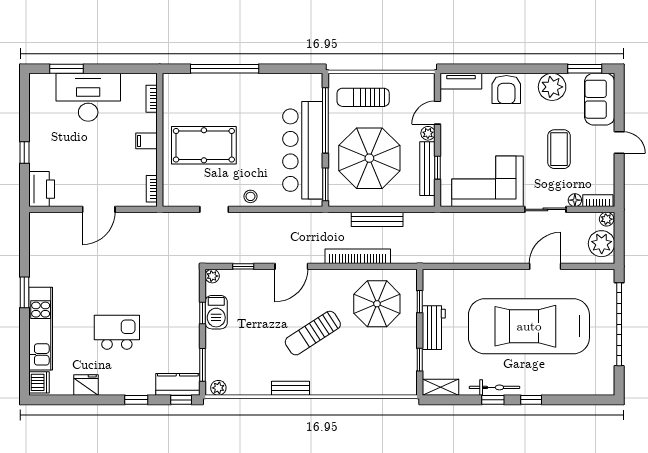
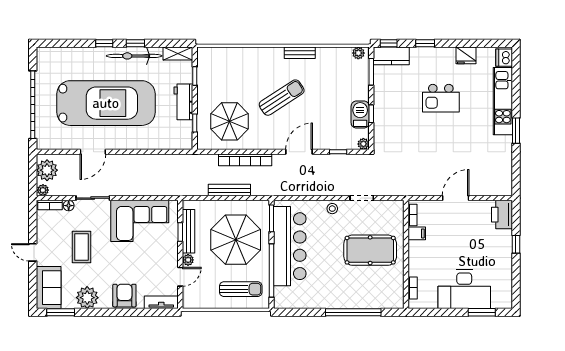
filing cabinet: (146, 141) -> (417, 233), moved
bicycle: (494, 387) -> (134, 56), width x1.37, depth x1.40

